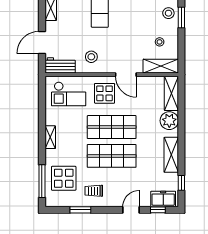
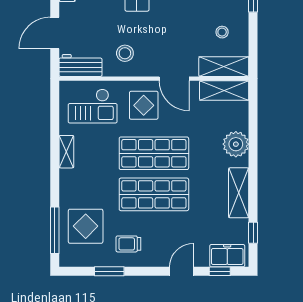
shelving: (171, 93) -> (224, 91), moved, turned 90
shelving: (50, 137) -> (66, 152), moved

